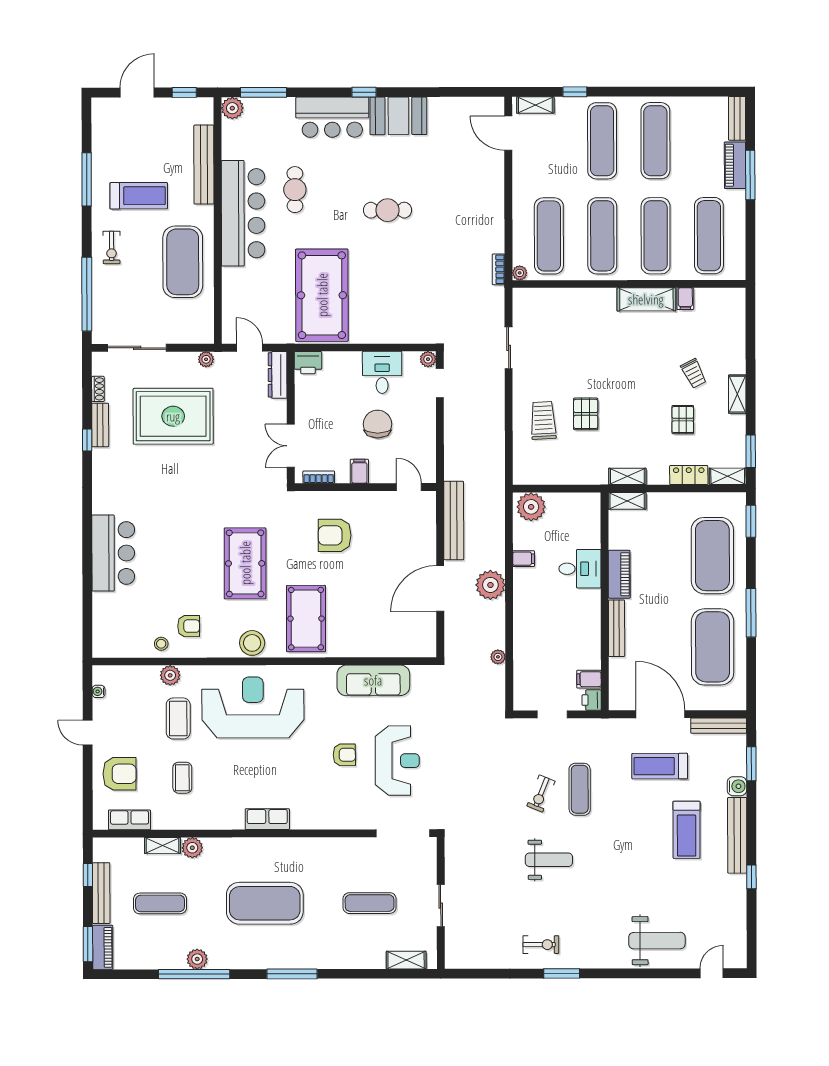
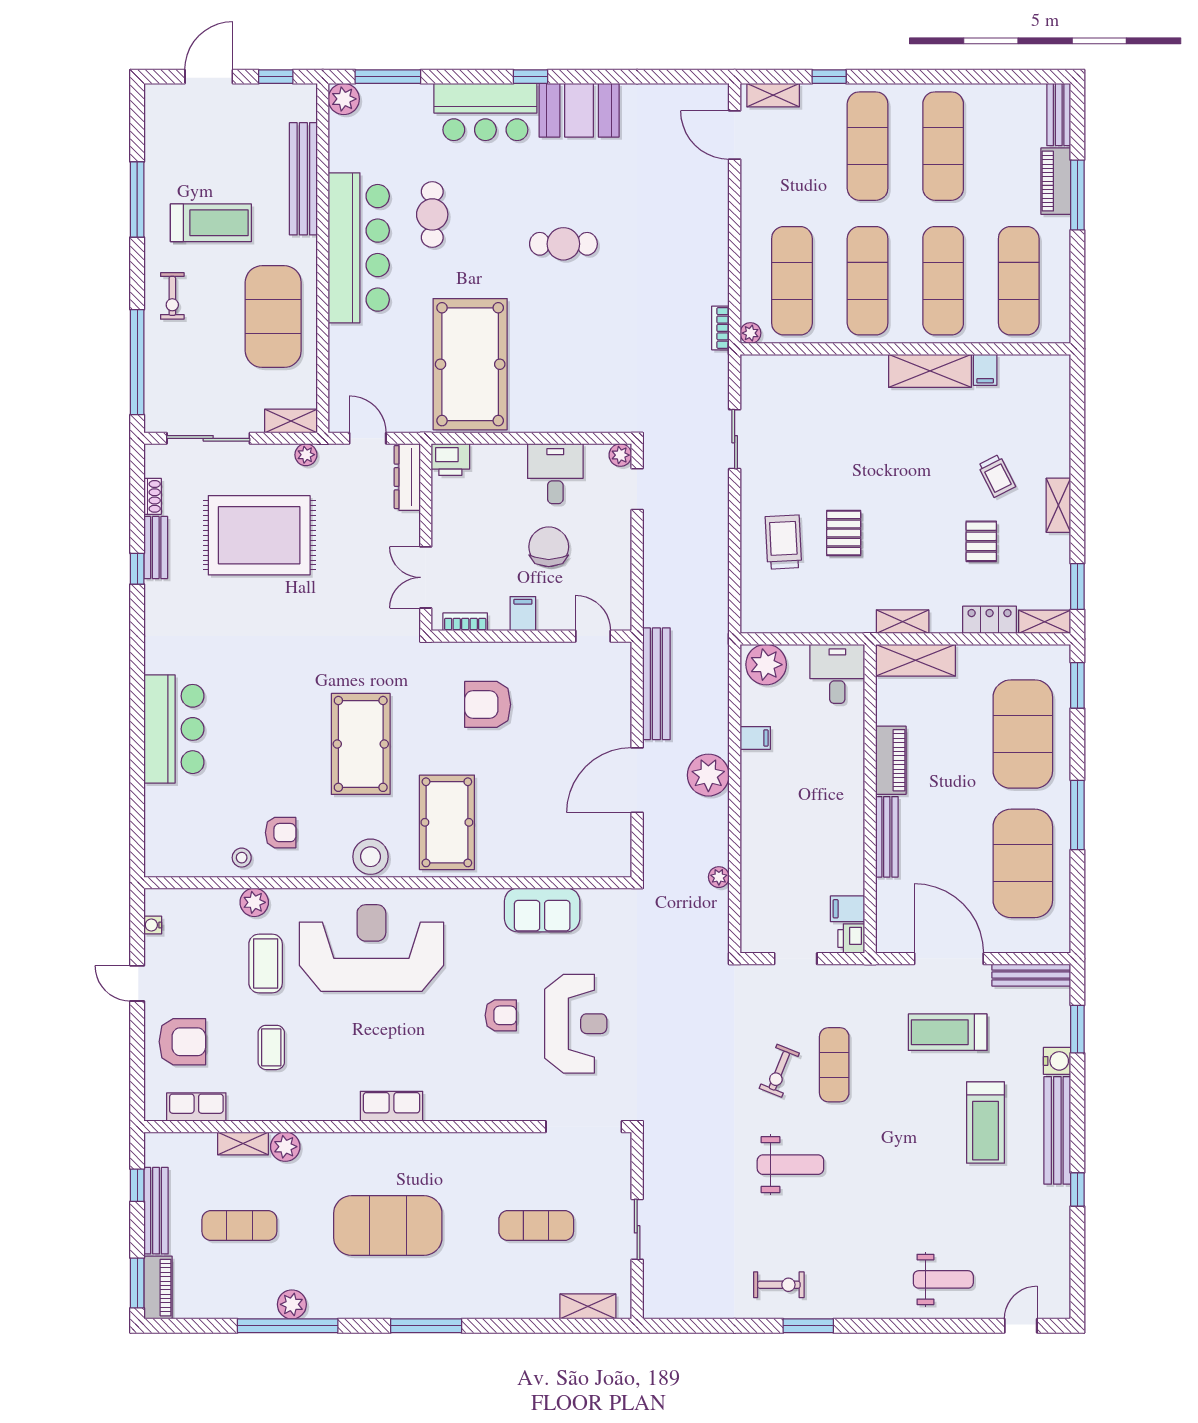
shelving: (195, 336) -> (291, 421), added
shelving: (627, 501) -> (915, 660), width x1.50, depth x1.33
desk: (580, 569) -> (837, 674), moved, turned -90
sofa: (373, 680) -> (542, 910), width x0.73
weight bench: (657, 941) -> (943, 1279), width x0.73, depth x0.75

